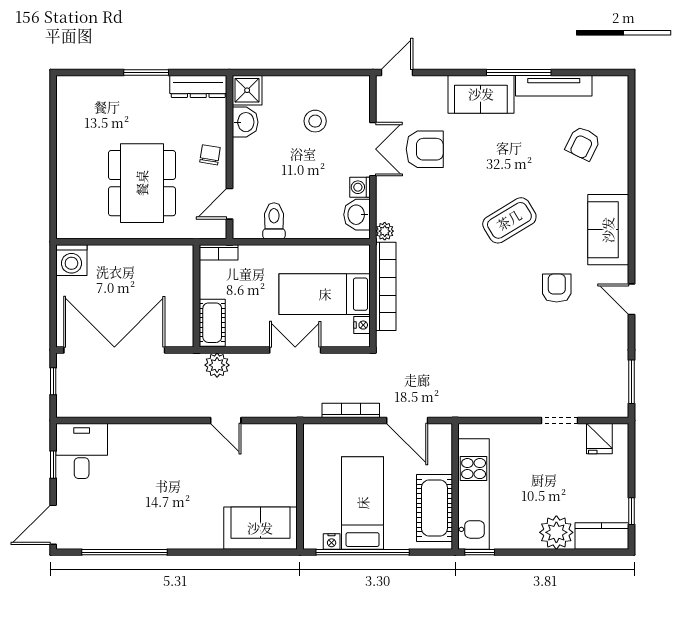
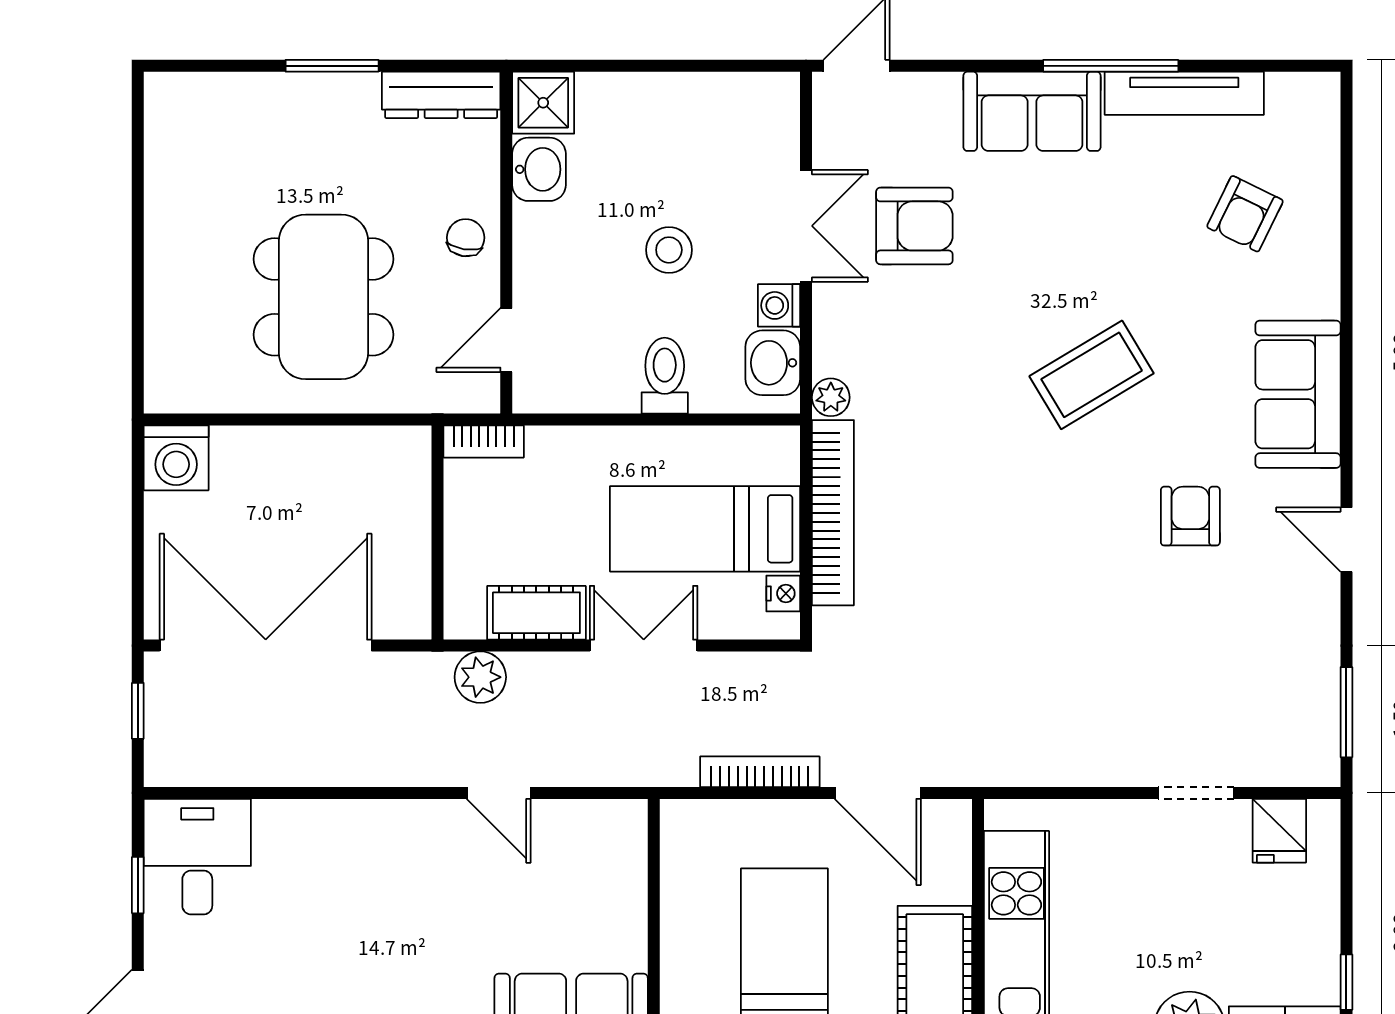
stool: (315, 121) -> (669, 250), moved
toilet: (274, 221) -> (665, 376), moved
cot: (212, 323) -> (536, 613), moved, turned 90

